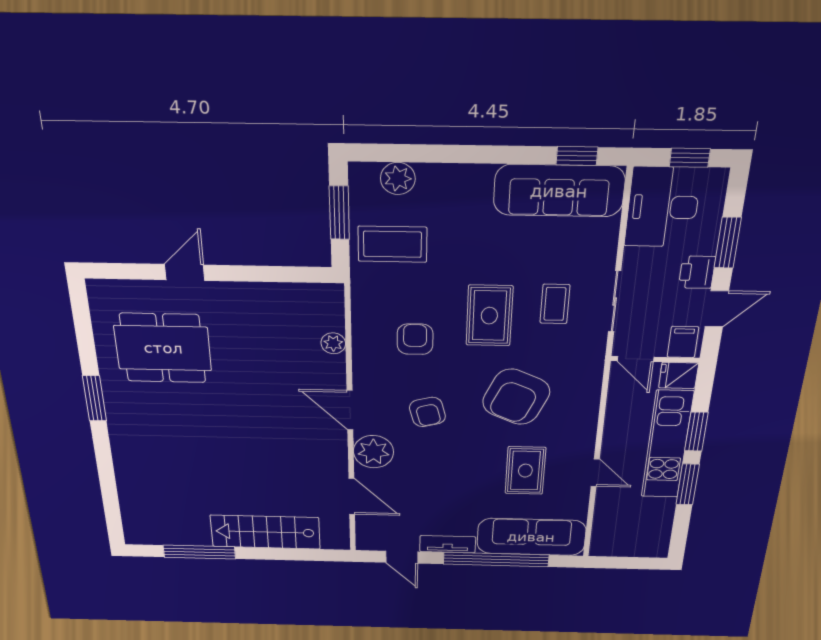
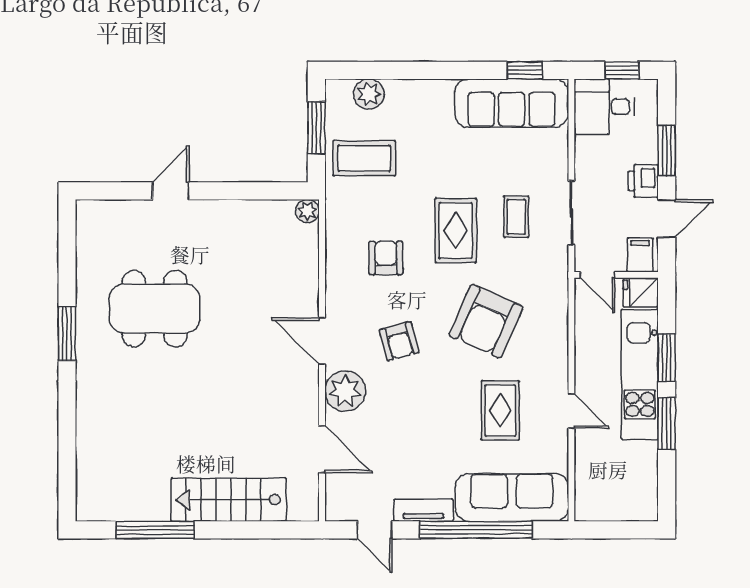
desk: (663, 207) -> (604, 107), width x0.73
plant: (333, 343) -> (307, 211), moved
dining table: (163, 348) -> (155, 309), moved

